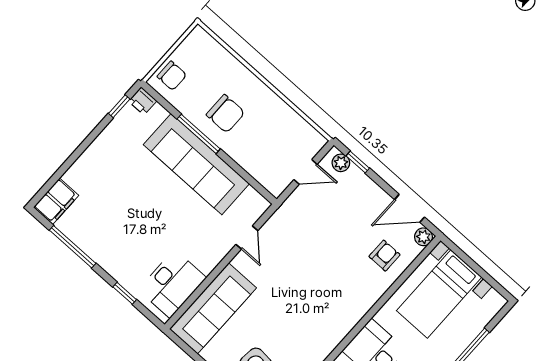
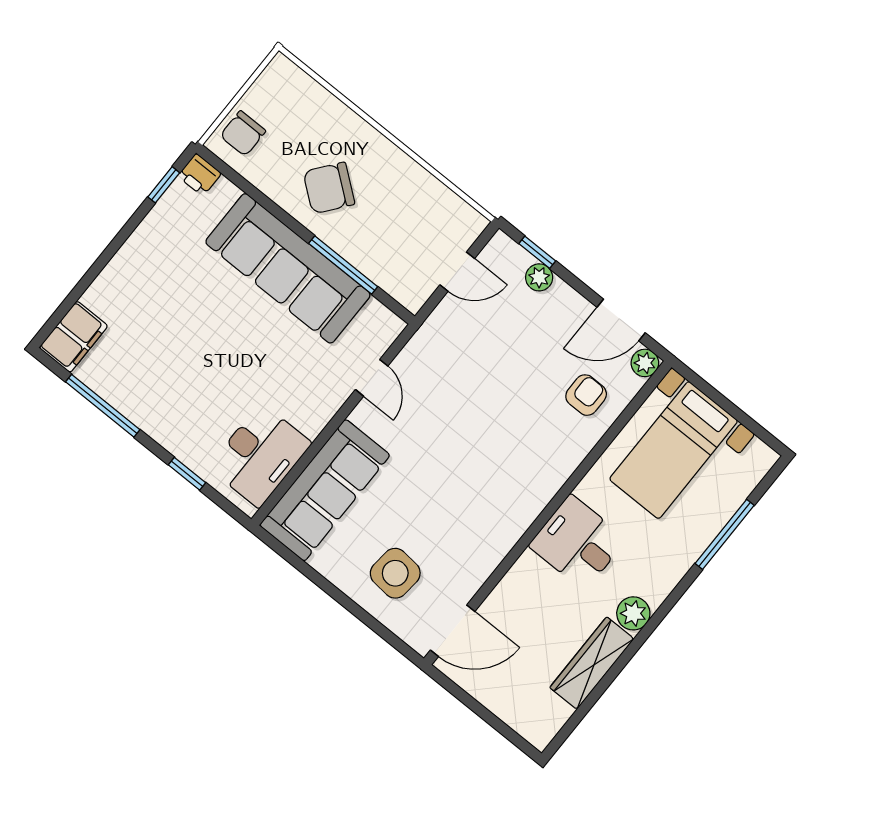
chair: (172, 76) -> (243, 133), turned 90
chair: (226, 114) -> (329, 188), turned 128
window: (199, 134) -> (343, 265), moved
plant: (341, 163) -> (539, 277), moved

